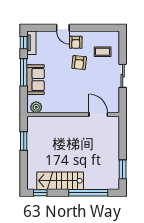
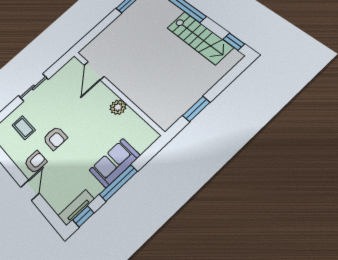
armchair: (79, 63) -> (55, 138), turned 84
plant: (36, 107) -> (118, 107), moved

